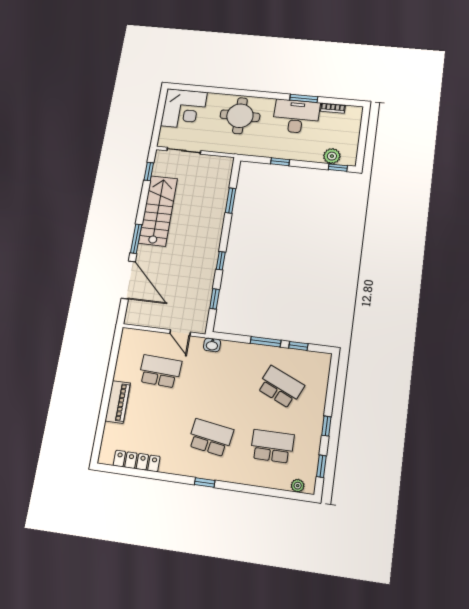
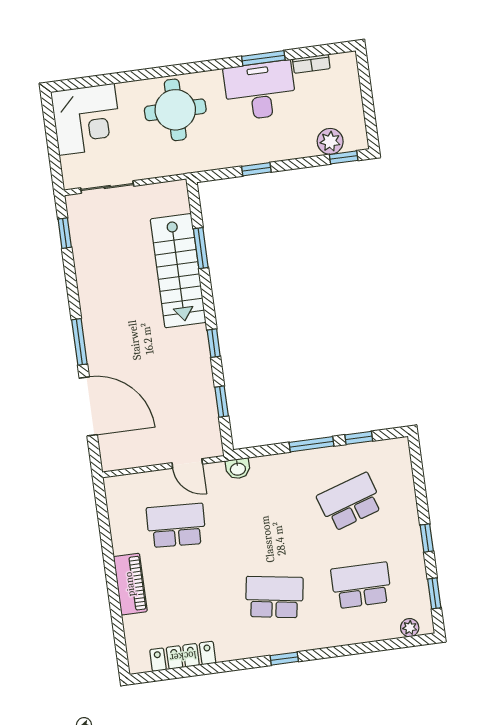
stairs: (158, 211) -> (178, 271), moved, turned 180
school desk: (280, 387) -> (350, 502), turned -42

